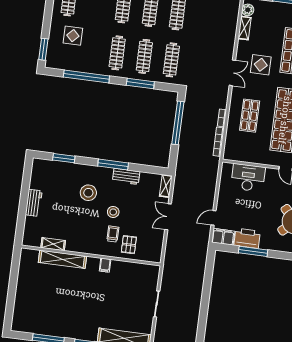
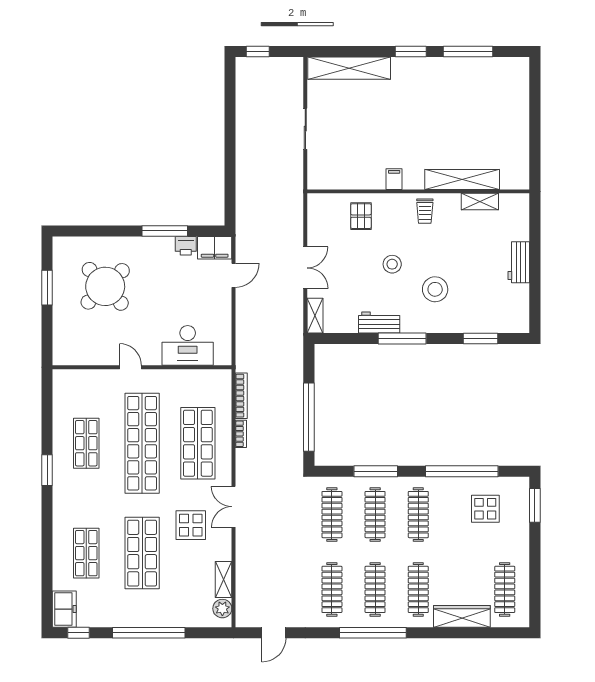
display table: (73, 36) -> (485, 509), moved
shop shelf: (250, 116) -> (198, 443), width x1.43, depth x1.36
trolley: (113, 234) -> (425, 211), moved
printer: (247, 238) -> (186, 246), width x0.53, depth x0.68

